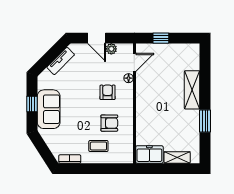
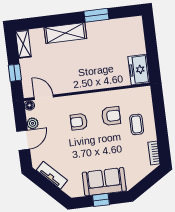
floor lamp: (129, 78) -> (29, 105), moved
armchair: (109, 123) -> (111, 116), turned 90
shelving: (177, 157) -> (23, 44), moved

